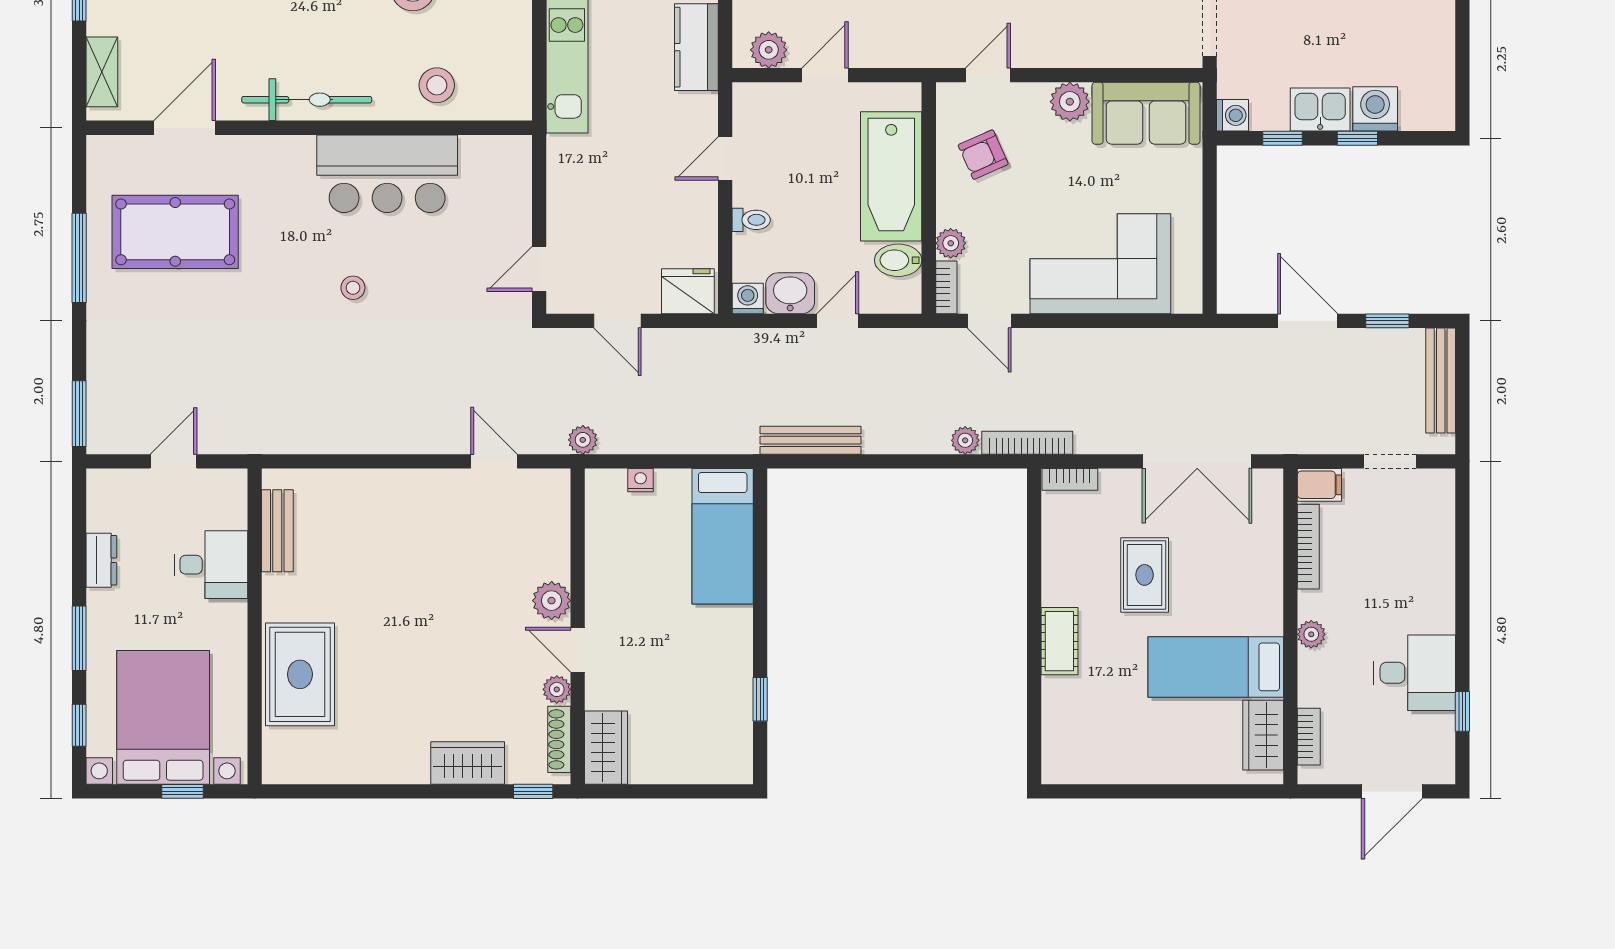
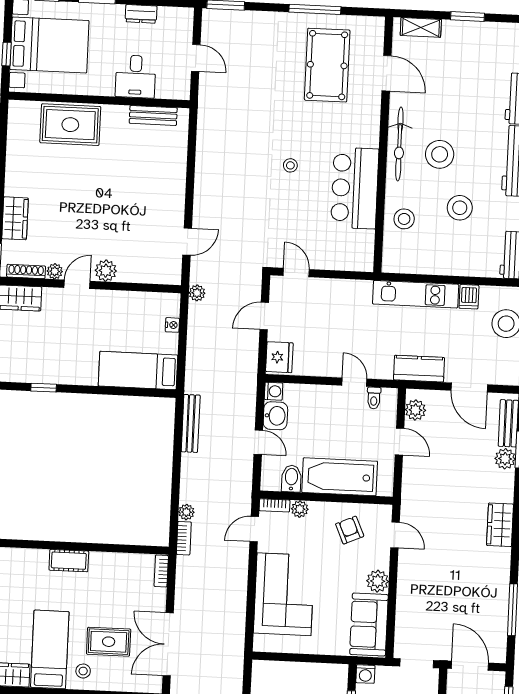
stool: (321, 29) -> (440, 154), added
toilet: (751, 220) -> (374, 398), moved
bookcase: (1027, 443) -> (184, 538), width x0.64
rug: (1145, 575) -> (109, 642), moved
stool: (1251, 607) -> (83, 671), added

